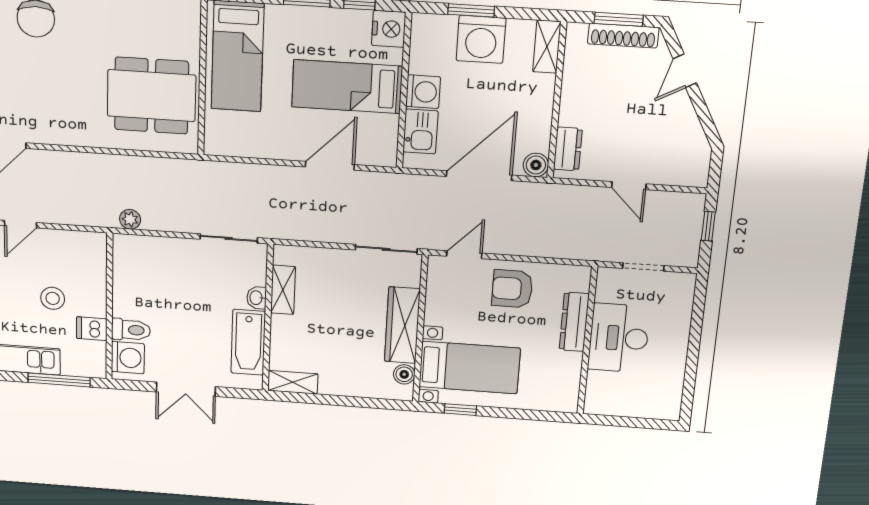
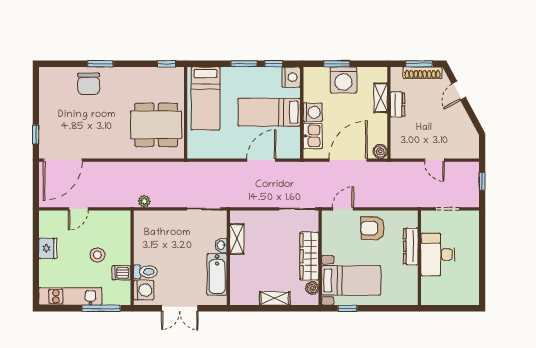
shelving: (547, 47) -> (381, 98), moved
dresser: (568, 149) -> (398, 105), moved
shelving: (293, 382) -> (275, 298), moved

